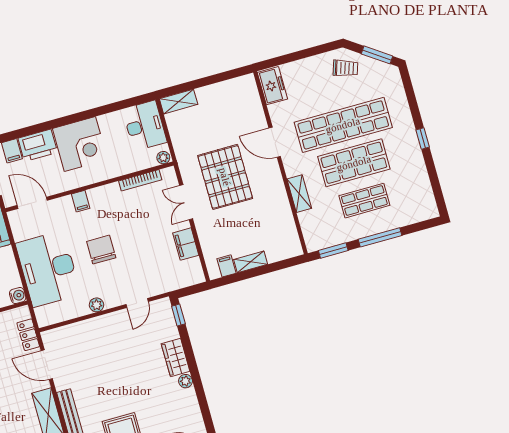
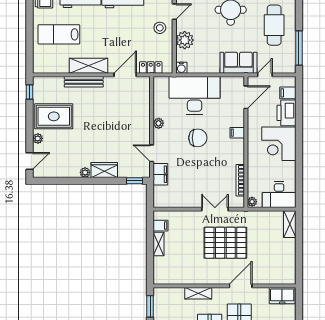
filing cabinet: (186, 244) -> (160, 174), moved, turned 90

